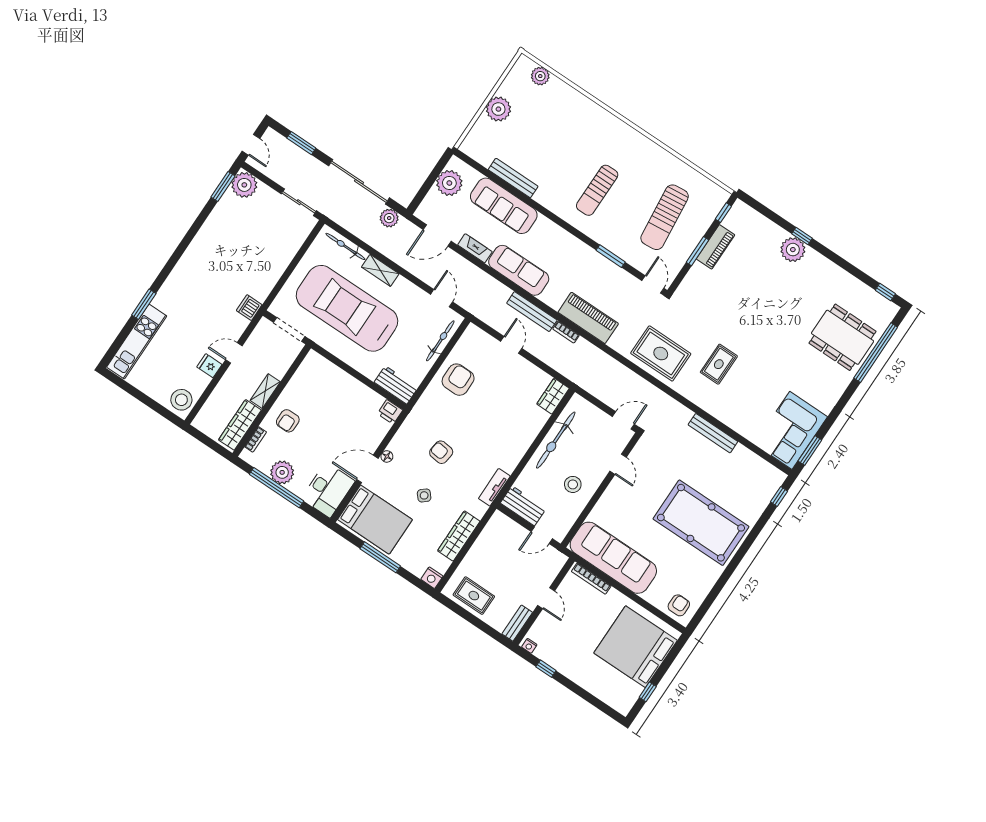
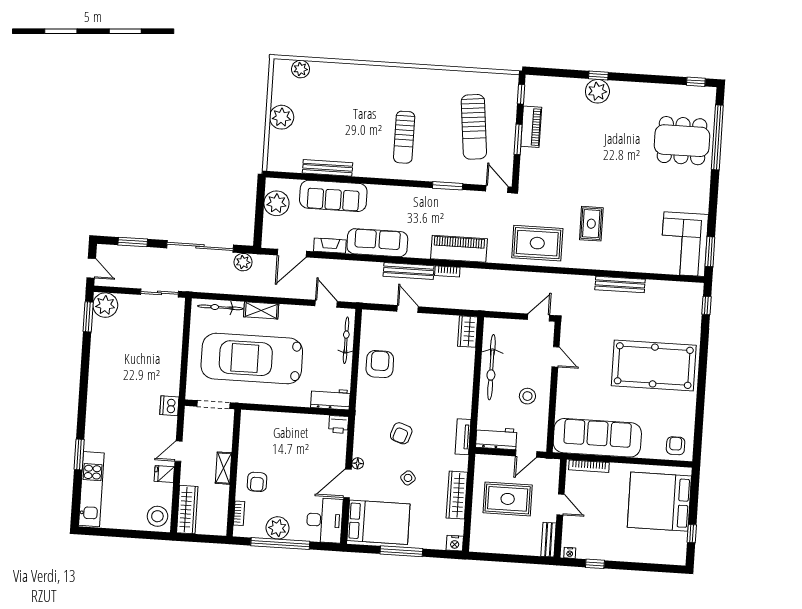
wardrobe: (240, 425) -> (187, 510), moved, turned 180
armchair: (441, 452) -> (401, 433), turned -78
rug: (474, 596) -> (508, 499), moved, width x1.36, depth x1.43

